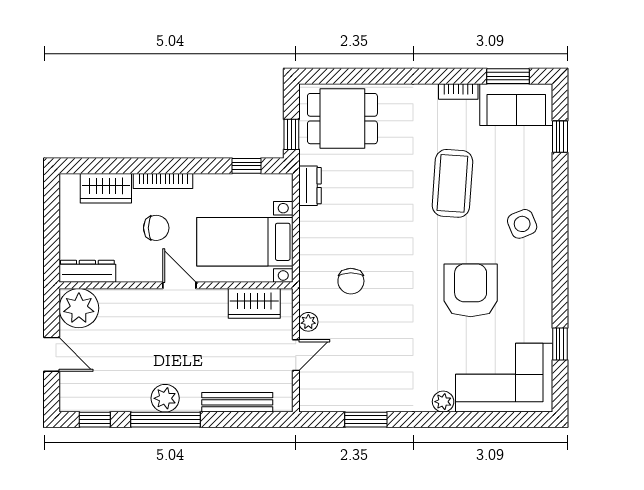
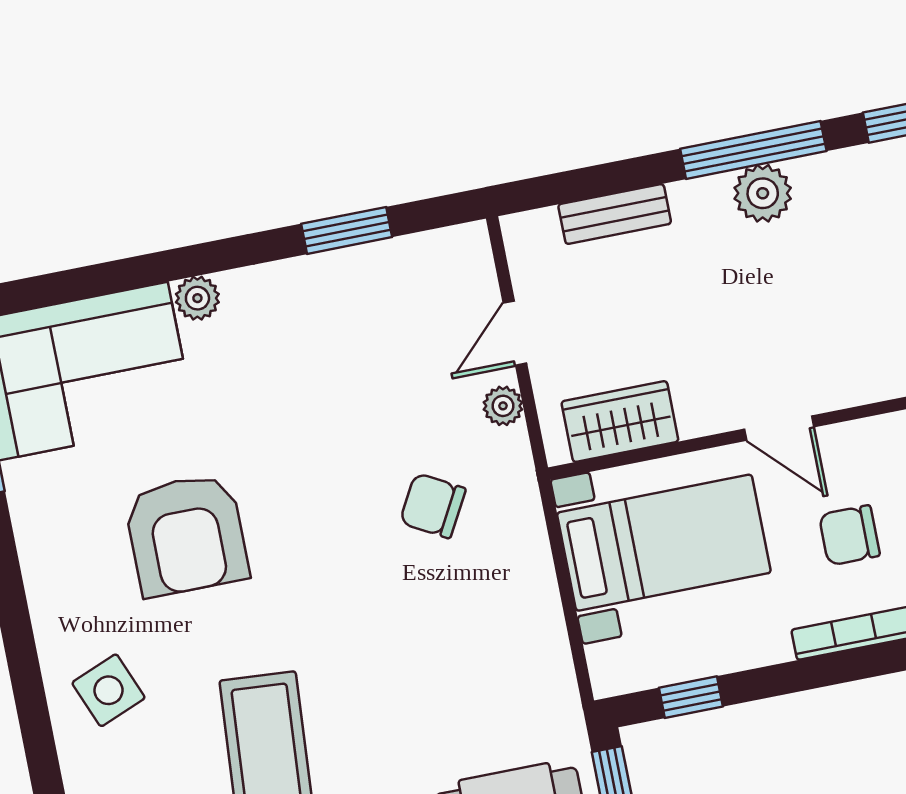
dresser: (310, 186) -> (554, 683), removed
chair: (351, 281) -> (433, 506), turned -61
bench: (237, 402) -> (615, 214), width x0.73

